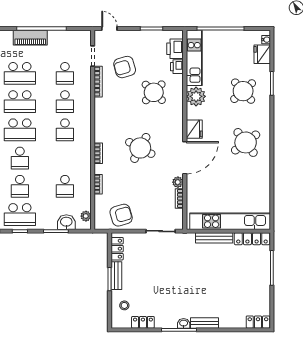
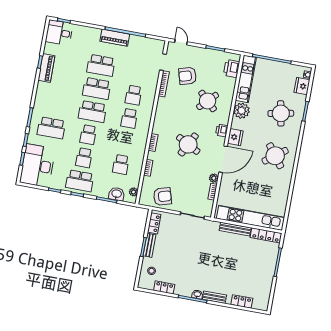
printer: (177, 67) -> (222, 130), moved
school desk: (65, 73) -> (138, 72), removed
round table: (243, 91) -> (281, 113), turned 31
locker: (258, 322) -> (242, 301), moved

